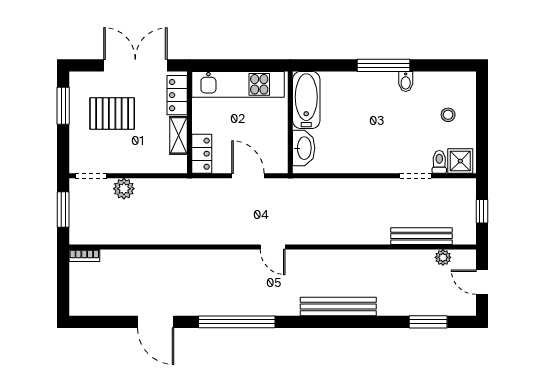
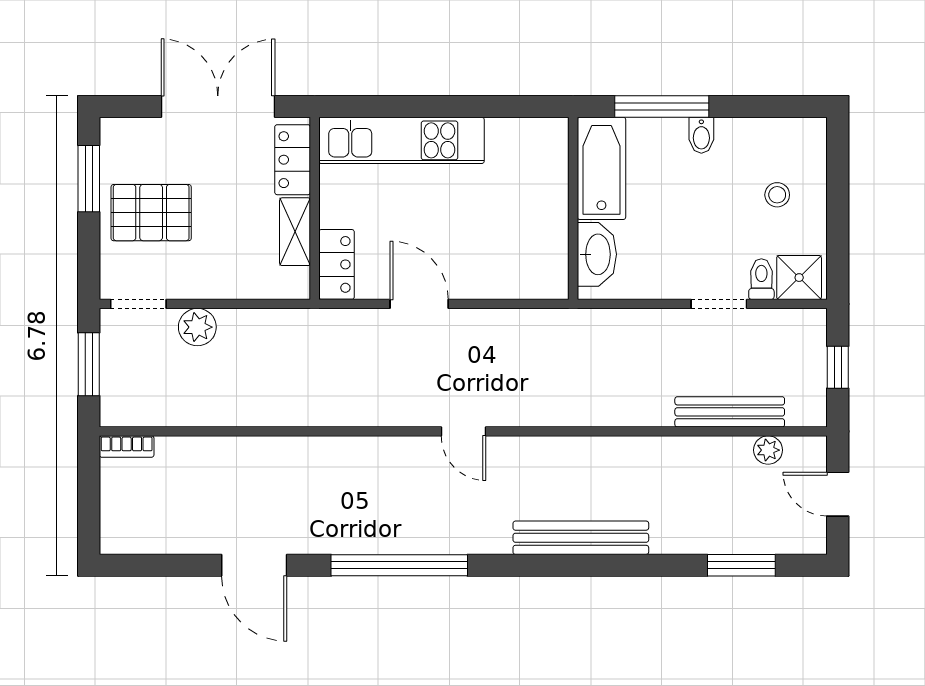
bathtub: (306, 100) -> (601, 168), moved
pallet: (112, 114) -> (151, 213), moved
wall: (290, 122) -> (573, 208), moved
washbasin: (304, 148) -> (597, 254), moved

